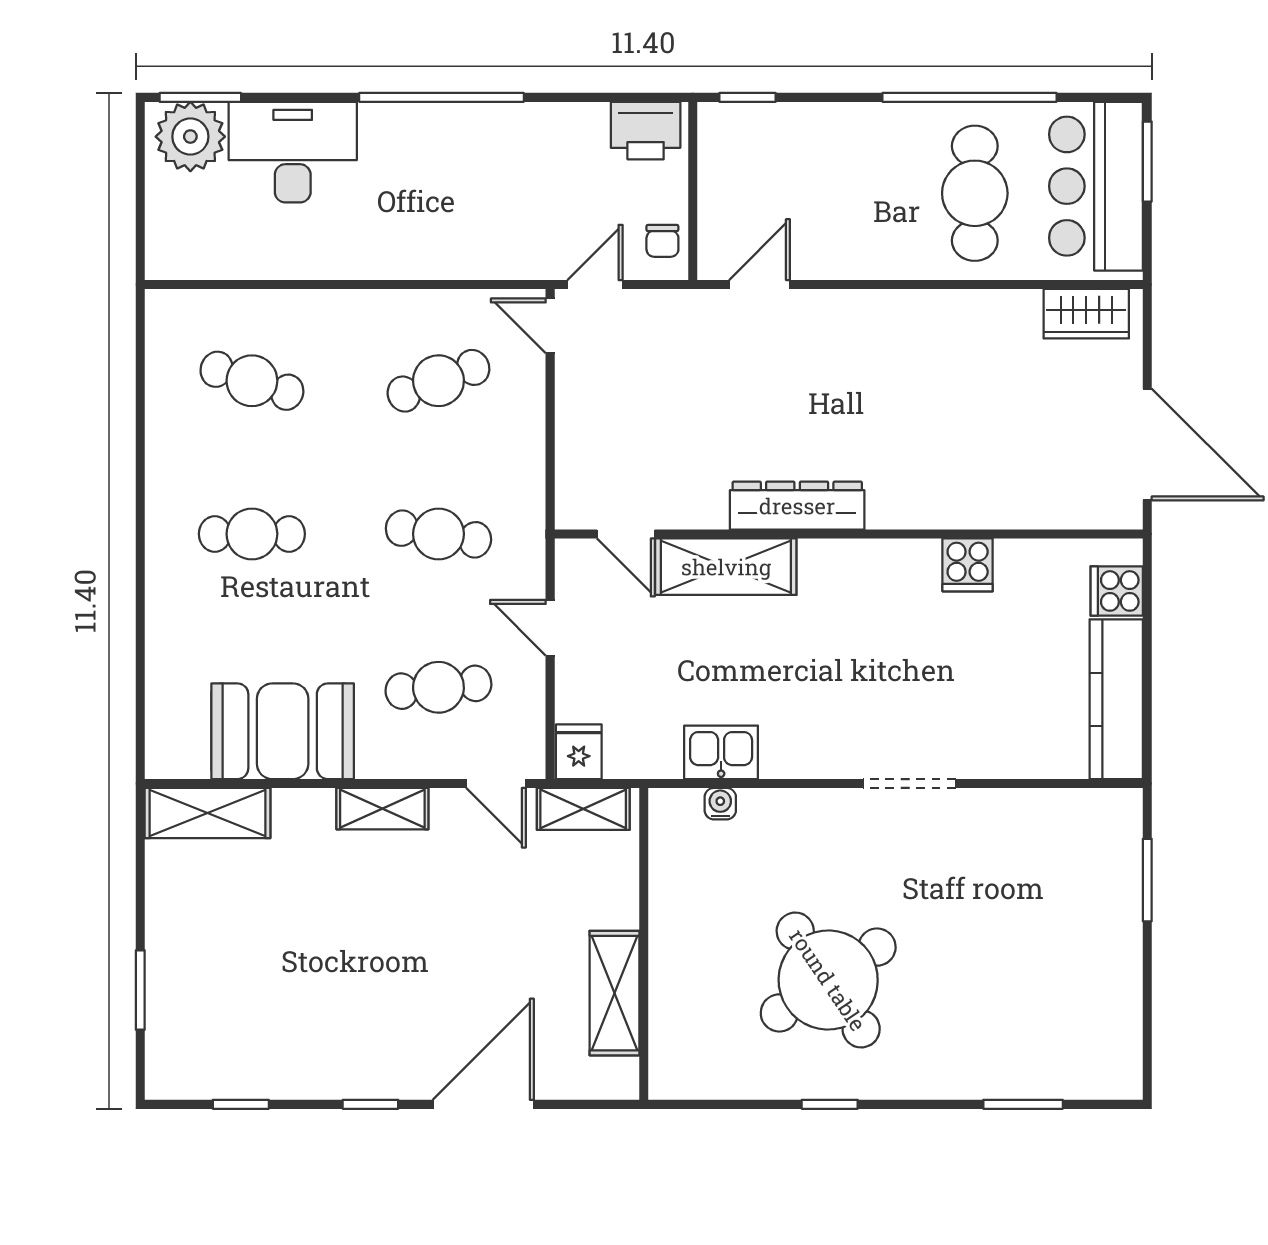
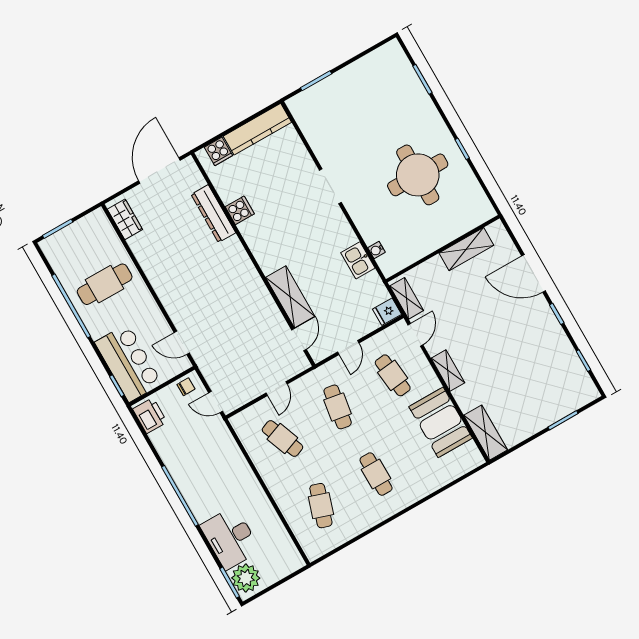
bar counter: (1096, 186) -> (128, 363), moved, turned -90
door: (550, 326) -> (277, 389), moved
dresser: (797, 506) -> (213, 214), moved
round table: (828, 980) -> (418, 175), turned 34

